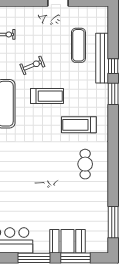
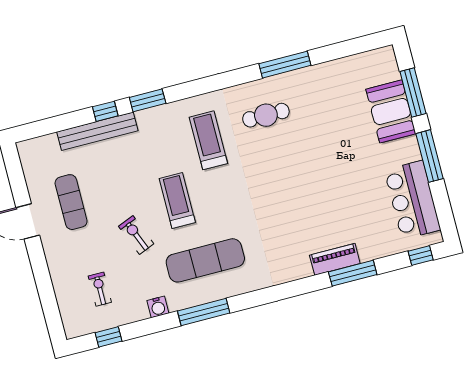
exercise mat: (78, 45) -> (71, 202), moved, turned 90
treadmill: (79, 125) -> (208, 140), turned 180
window: (113, 222) -> (285, 65), moved

